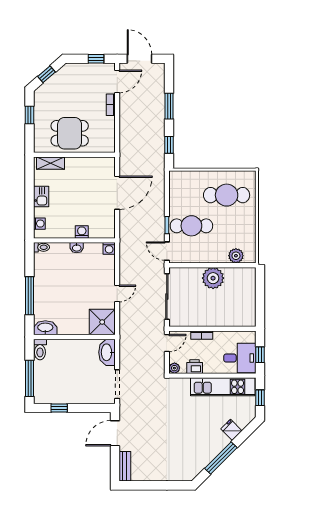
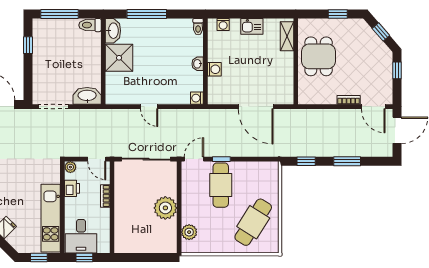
window: (96, 59) -> (397, 70), moved
cafe table: (227, 195) -> (253, 222), turned 32
shower: (102, 322) -> (119, 58), moved

